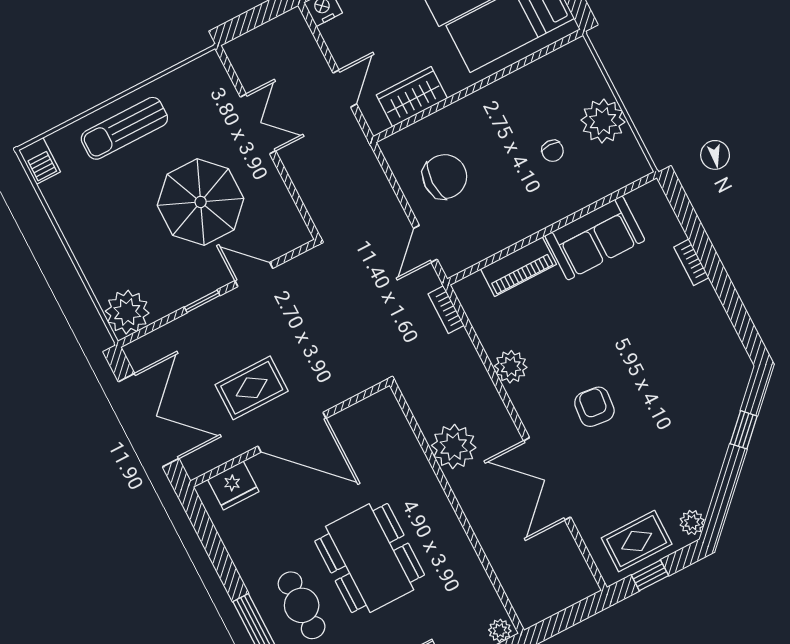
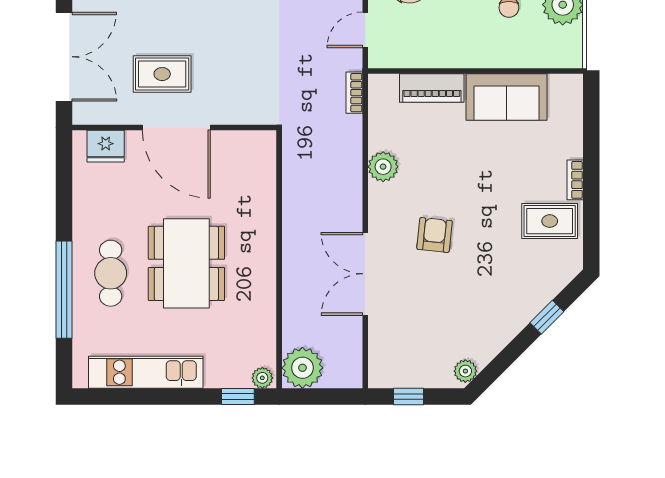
bookcase: (691, 262) -> (575, 180), moved
plant: (454, 446) -> (302, 368), moved
rug: (637, 541) -> (550, 221), moved

